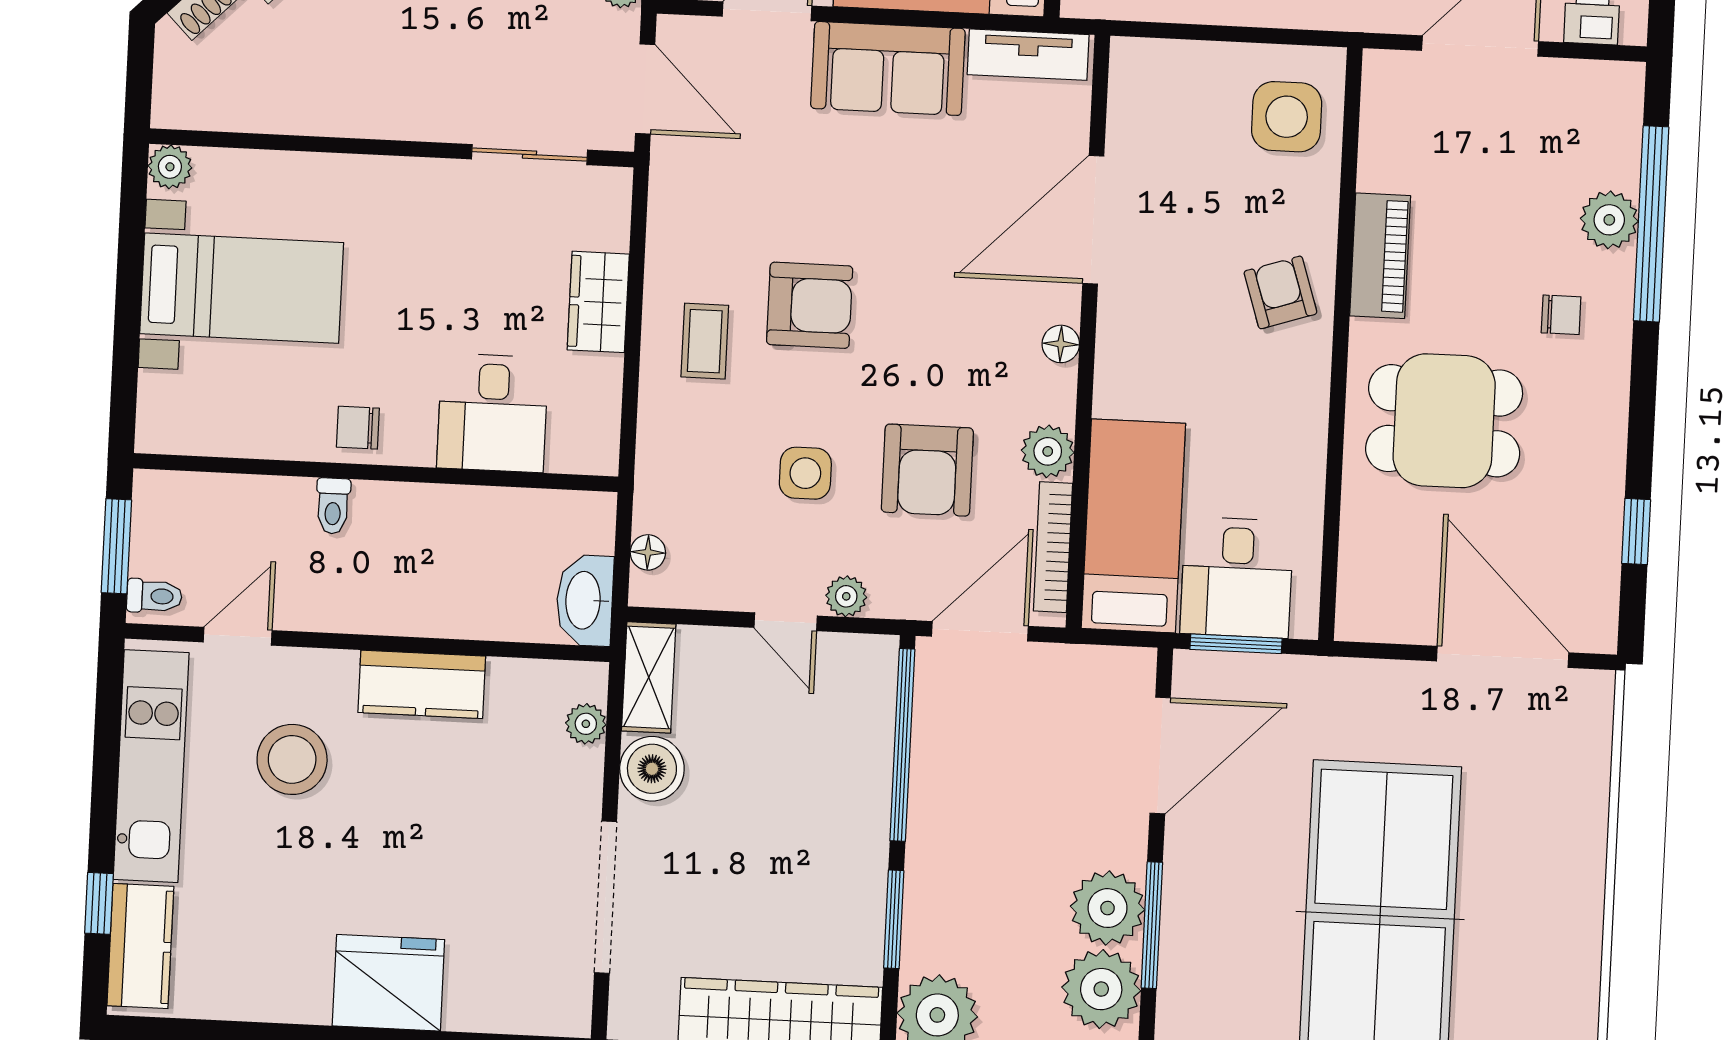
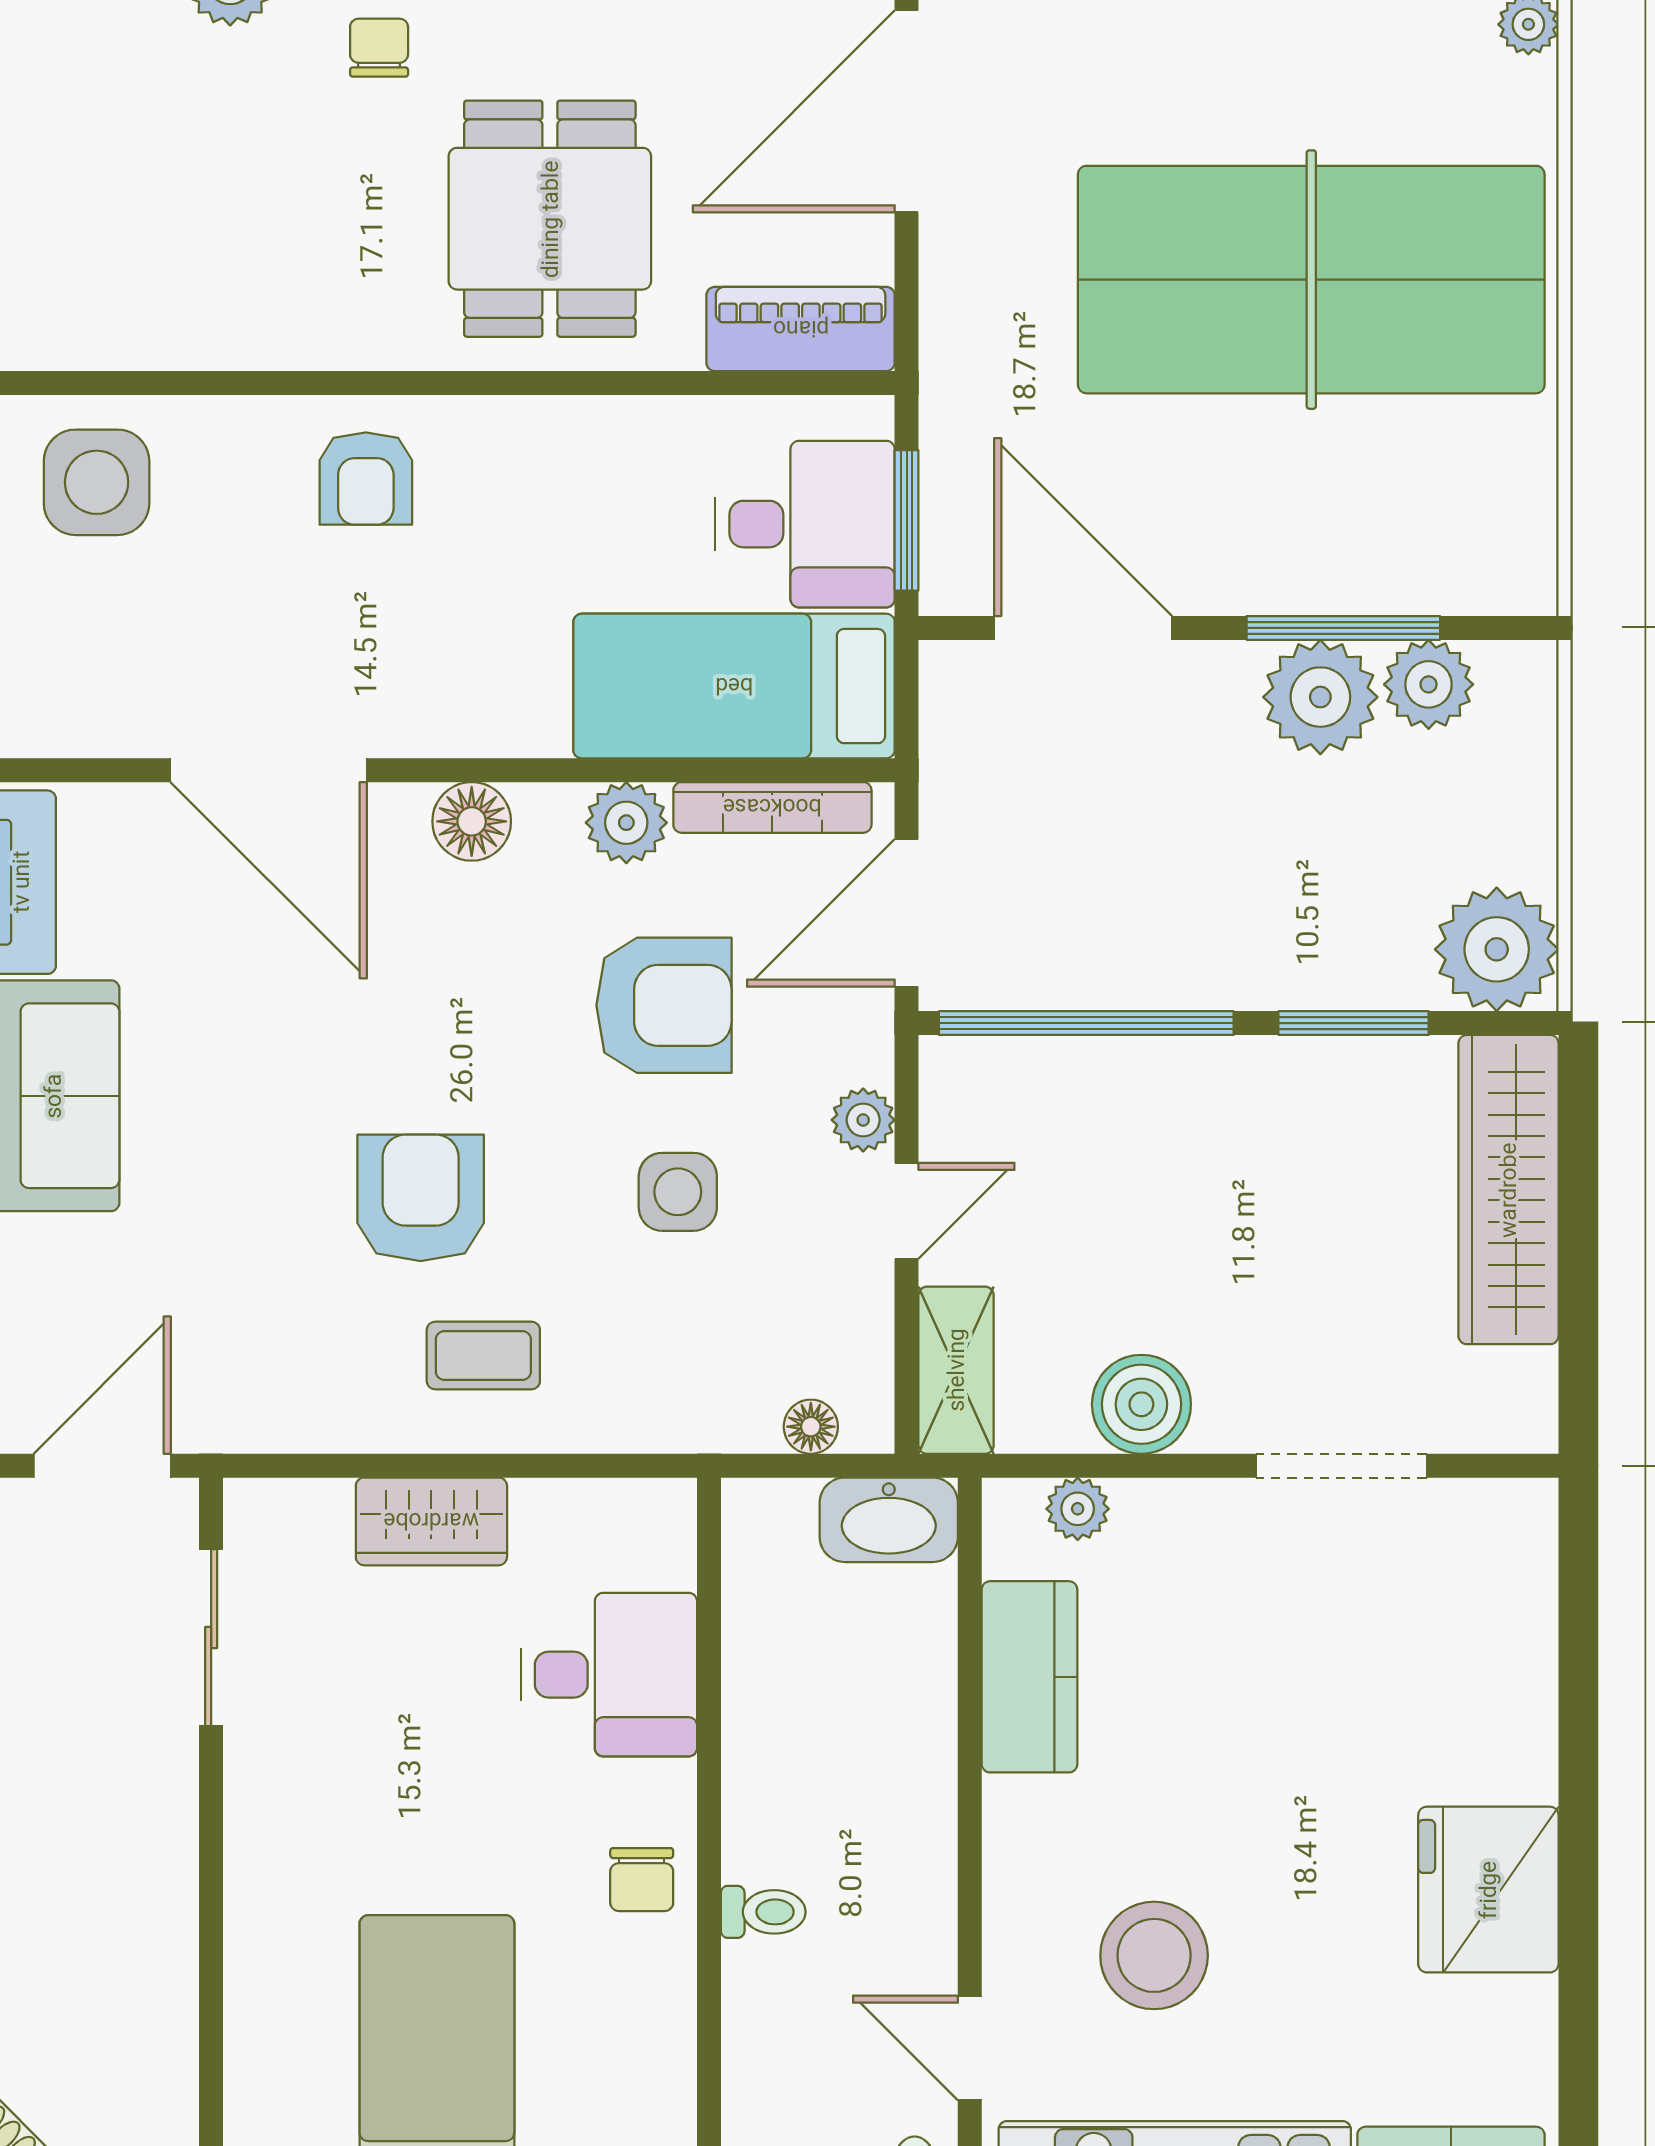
piano: (1380, 256) -> (801, 329), moved
armchair: (1280, 292) -> (366, 479), turned -72
floor lamp: (1061, 344) -> (472, 821), width x1.37, depth x1.37
door: (980, 631) -> (907, 913), hinge flipped
shelving: (649, 677) -> (956, 1370), moved, turned 90
kitchen counter: (422, 684) -> (1029, 1677), moved
doorway: (606, 897) -> (1341, 1466), width x0.73
fridge: (388, 983) -> (1488, 1890), moved
plant: (1101, 989) -> (1429, 684), width x0.73, depth x0.73

